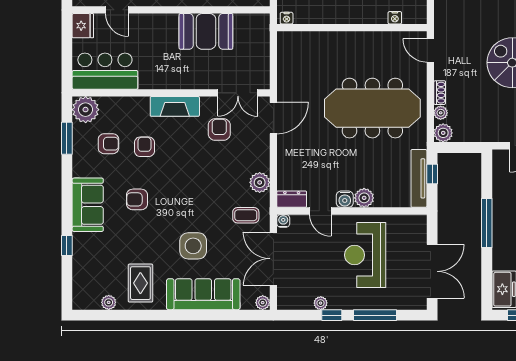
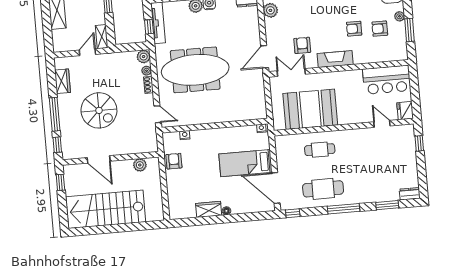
booth: (206, 31) -> (310, 109), width x1.36, depth x1.42
plant: (86, 110) -> (400, 16), moved, width x0.53, depth x0.53
armchair: (219, 129) -> (302, 45), turned 180
armchair: (144, 147) -> (354, 29), turned 90
shelving: (500, 166) -> (102, 37), added

